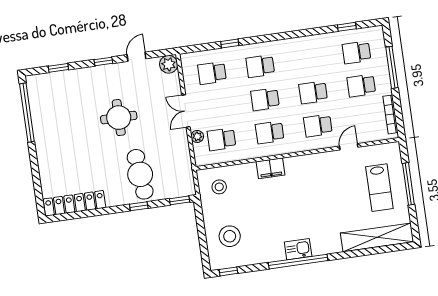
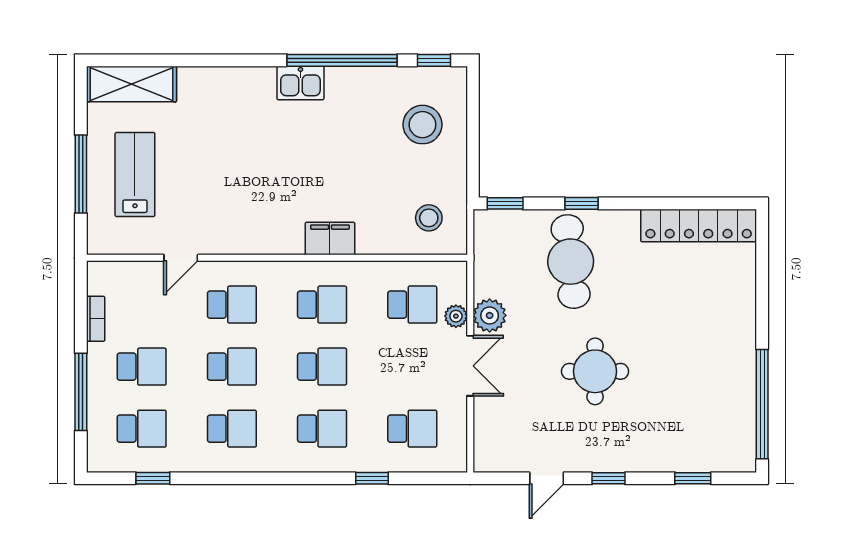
school desk: (308, 59) -> (232, 429), added
plant: (169, 64) -> (490, 315), moved
bookcase: (390, 114) -> (96, 319), width x0.64
shelving: (377, 237) -> (131, 84), width x0.68
window: (298, 262) -> (342, 60), moved

